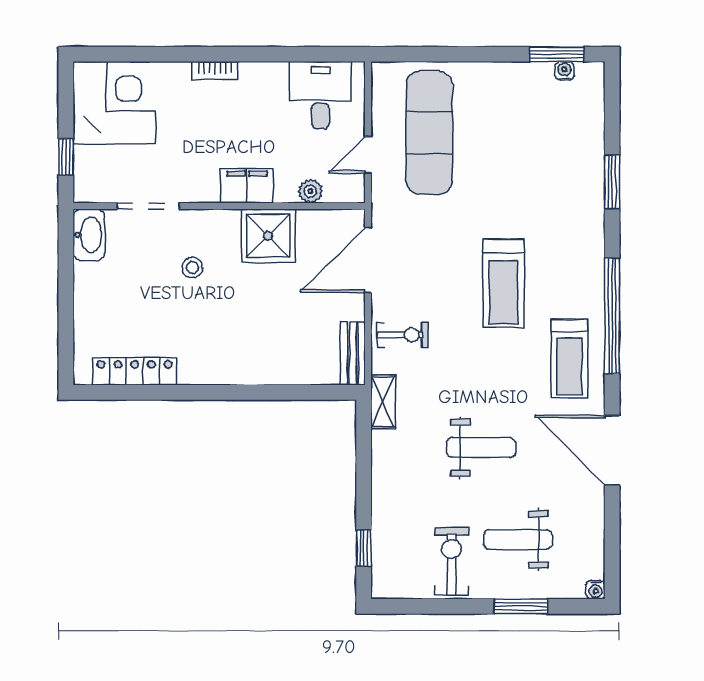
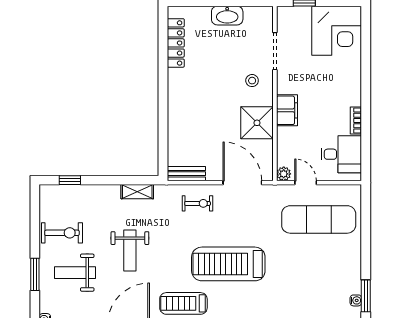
bookcase: (215, 71) -> (356, 120), moved
plant: (310, 191) -> (284, 174), moved
washbasin: (89, 235) -> (227, 16), moved
stool: (192, 268) -> (252, 81), moved
treadmill: (503, 283) -> (228, 264), width x1.37, depth x1.38
exercise bike: (402, 335) -> (198, 203), turned -90
shelving: (383, 402) -> (137, 192), moved
weight bench: (518, 539) -> (75, 273), turned -90

